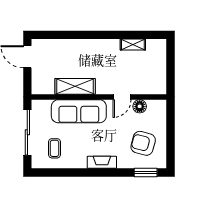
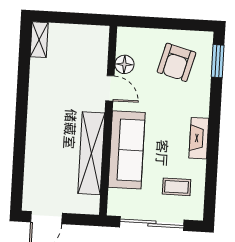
shelving: (133, 45) -> (39, 40), moved
shelving: (75, 86) -> (91, 153), width x1.47
fireplace: (102, 162) -> (199, 138), moved

